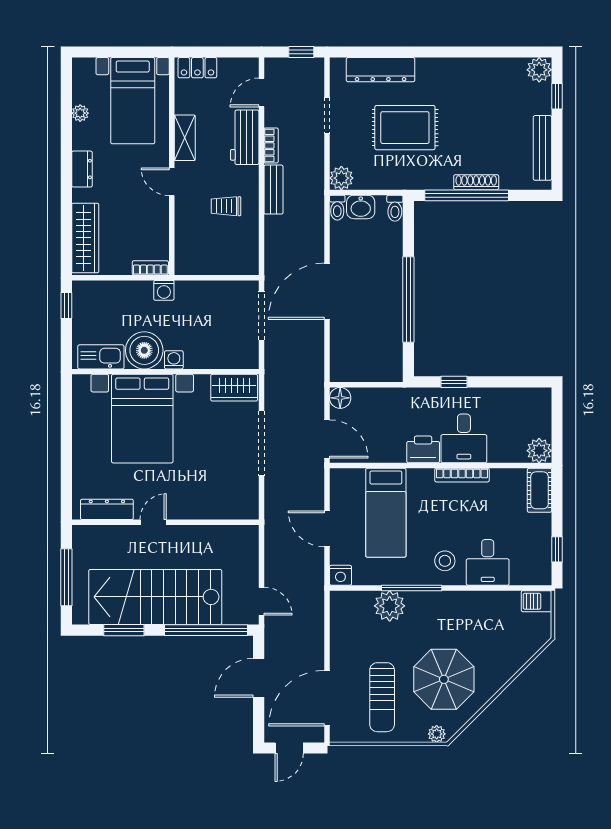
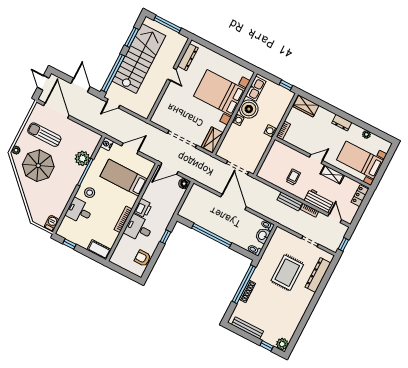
plant: (341, 178) -> (280, 234), removed
wardrobe: (85, 238) -> (306, 106), width x0.67
armchair: (514, 403) -> (143, 258), added
plant: (539, 451) -> (116, 258), removed

